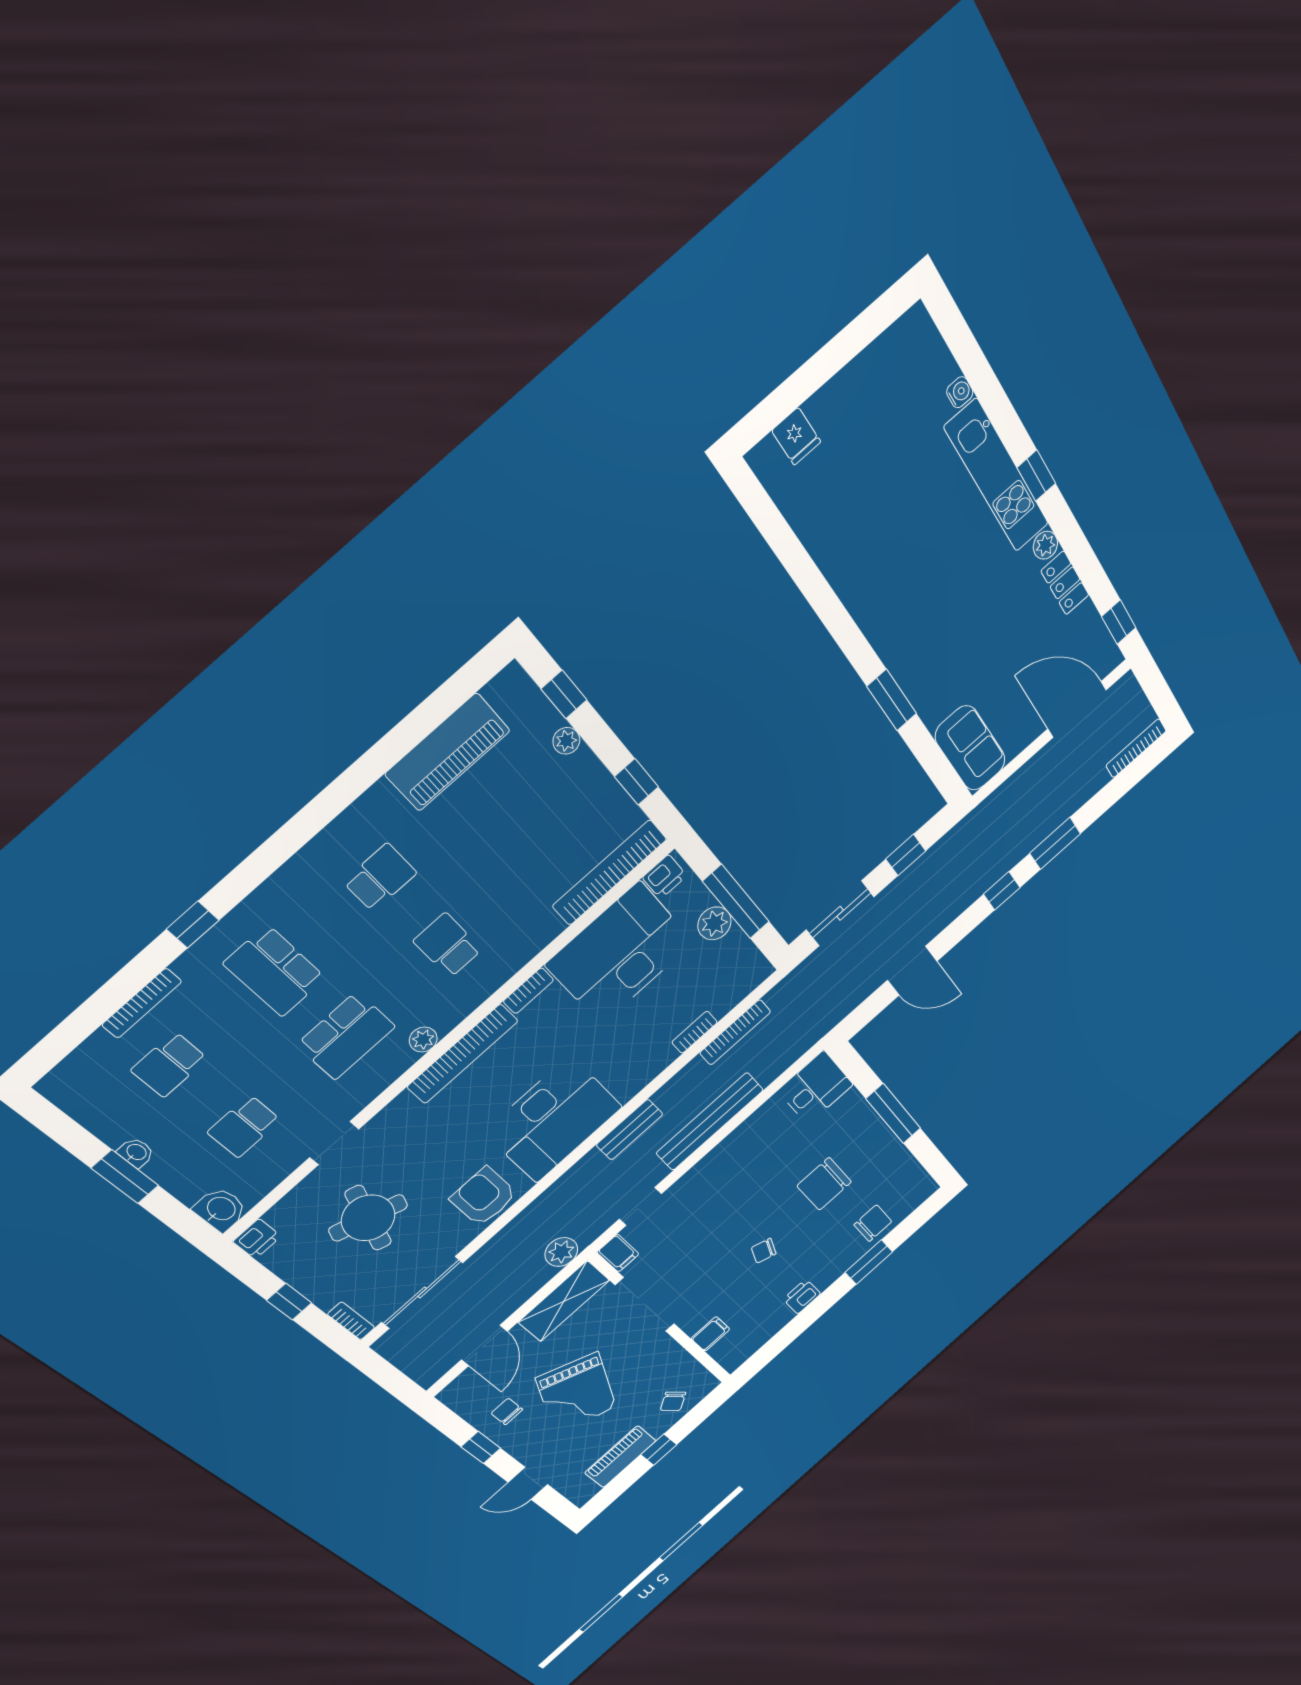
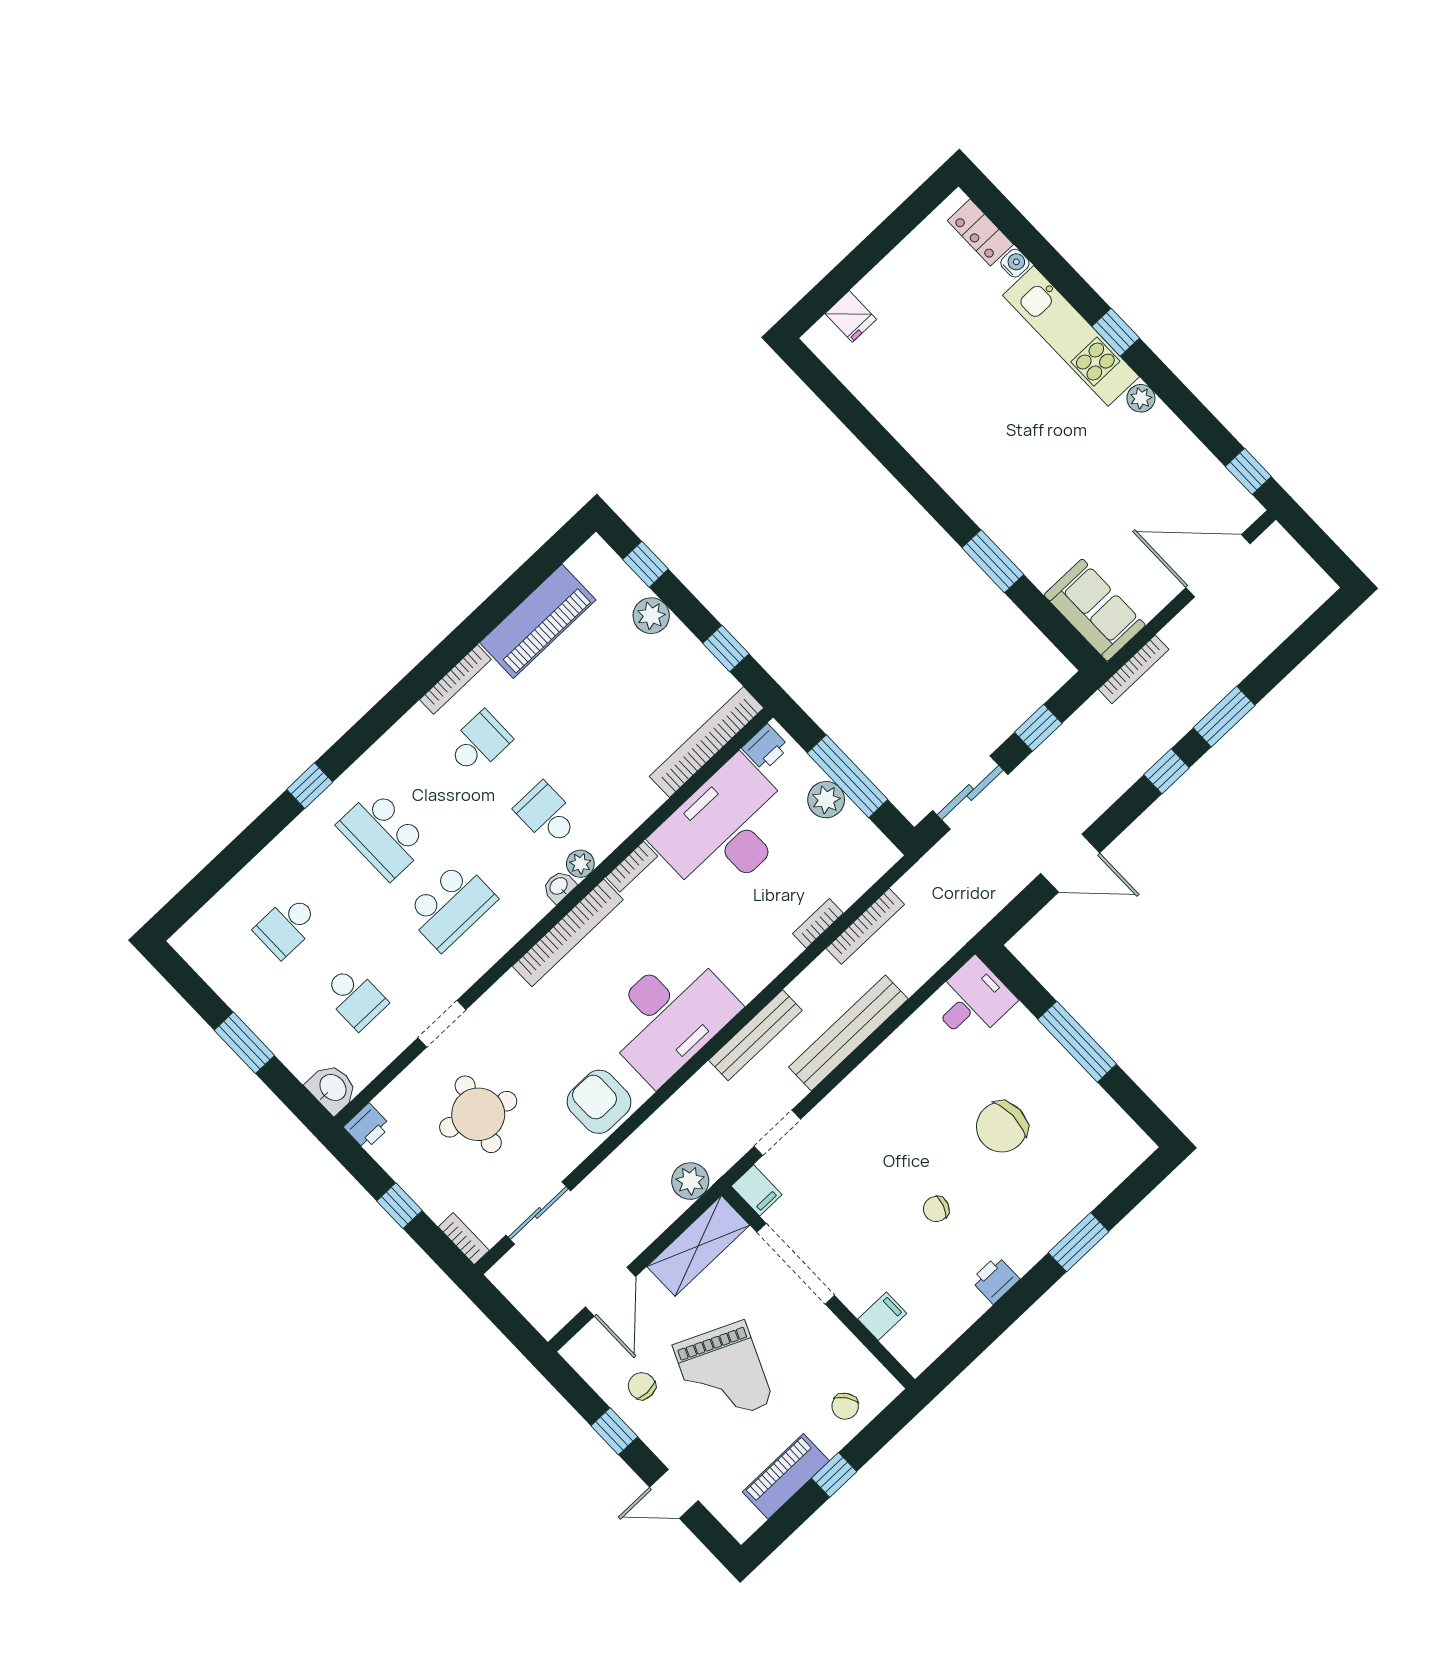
locker: (1065, 583) -> (980, 232), moved
plant: (566, 741) -> (651, 616), width x1.38, depth x1.38
bookcase: (1136, 748) -> (1134, 669), moved, turned 180
bookcase: (142, 1003) -> (455, 679), moved
plant: (423, 1040) -> (580, 864), moved
school desk: (244, 1126) -> (355, 997), turned -90
bench: (630, 1130) -> (755, 1035), width x1.36
washbasin: (136, 1152) -> (559, 886), moved, turned -90
chair: (873, 1223) -> (1075, 1188), removed
sliding door: (422, 1292) -> (538, 1213), width x0.73

